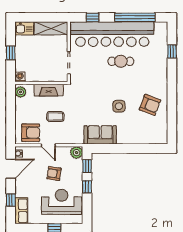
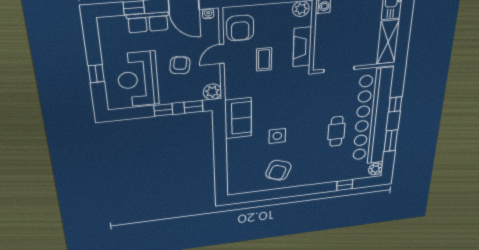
window: (93, 17) -> (395, 104), moved
window: (135, 17) -> (391, 141), width x0.47
plant: (160, 27) -> (376, 169), added
reception desk: (62, 202) -> (138, 79), turned 180
row of seats: (21, 211) -> (148, 22), moved

